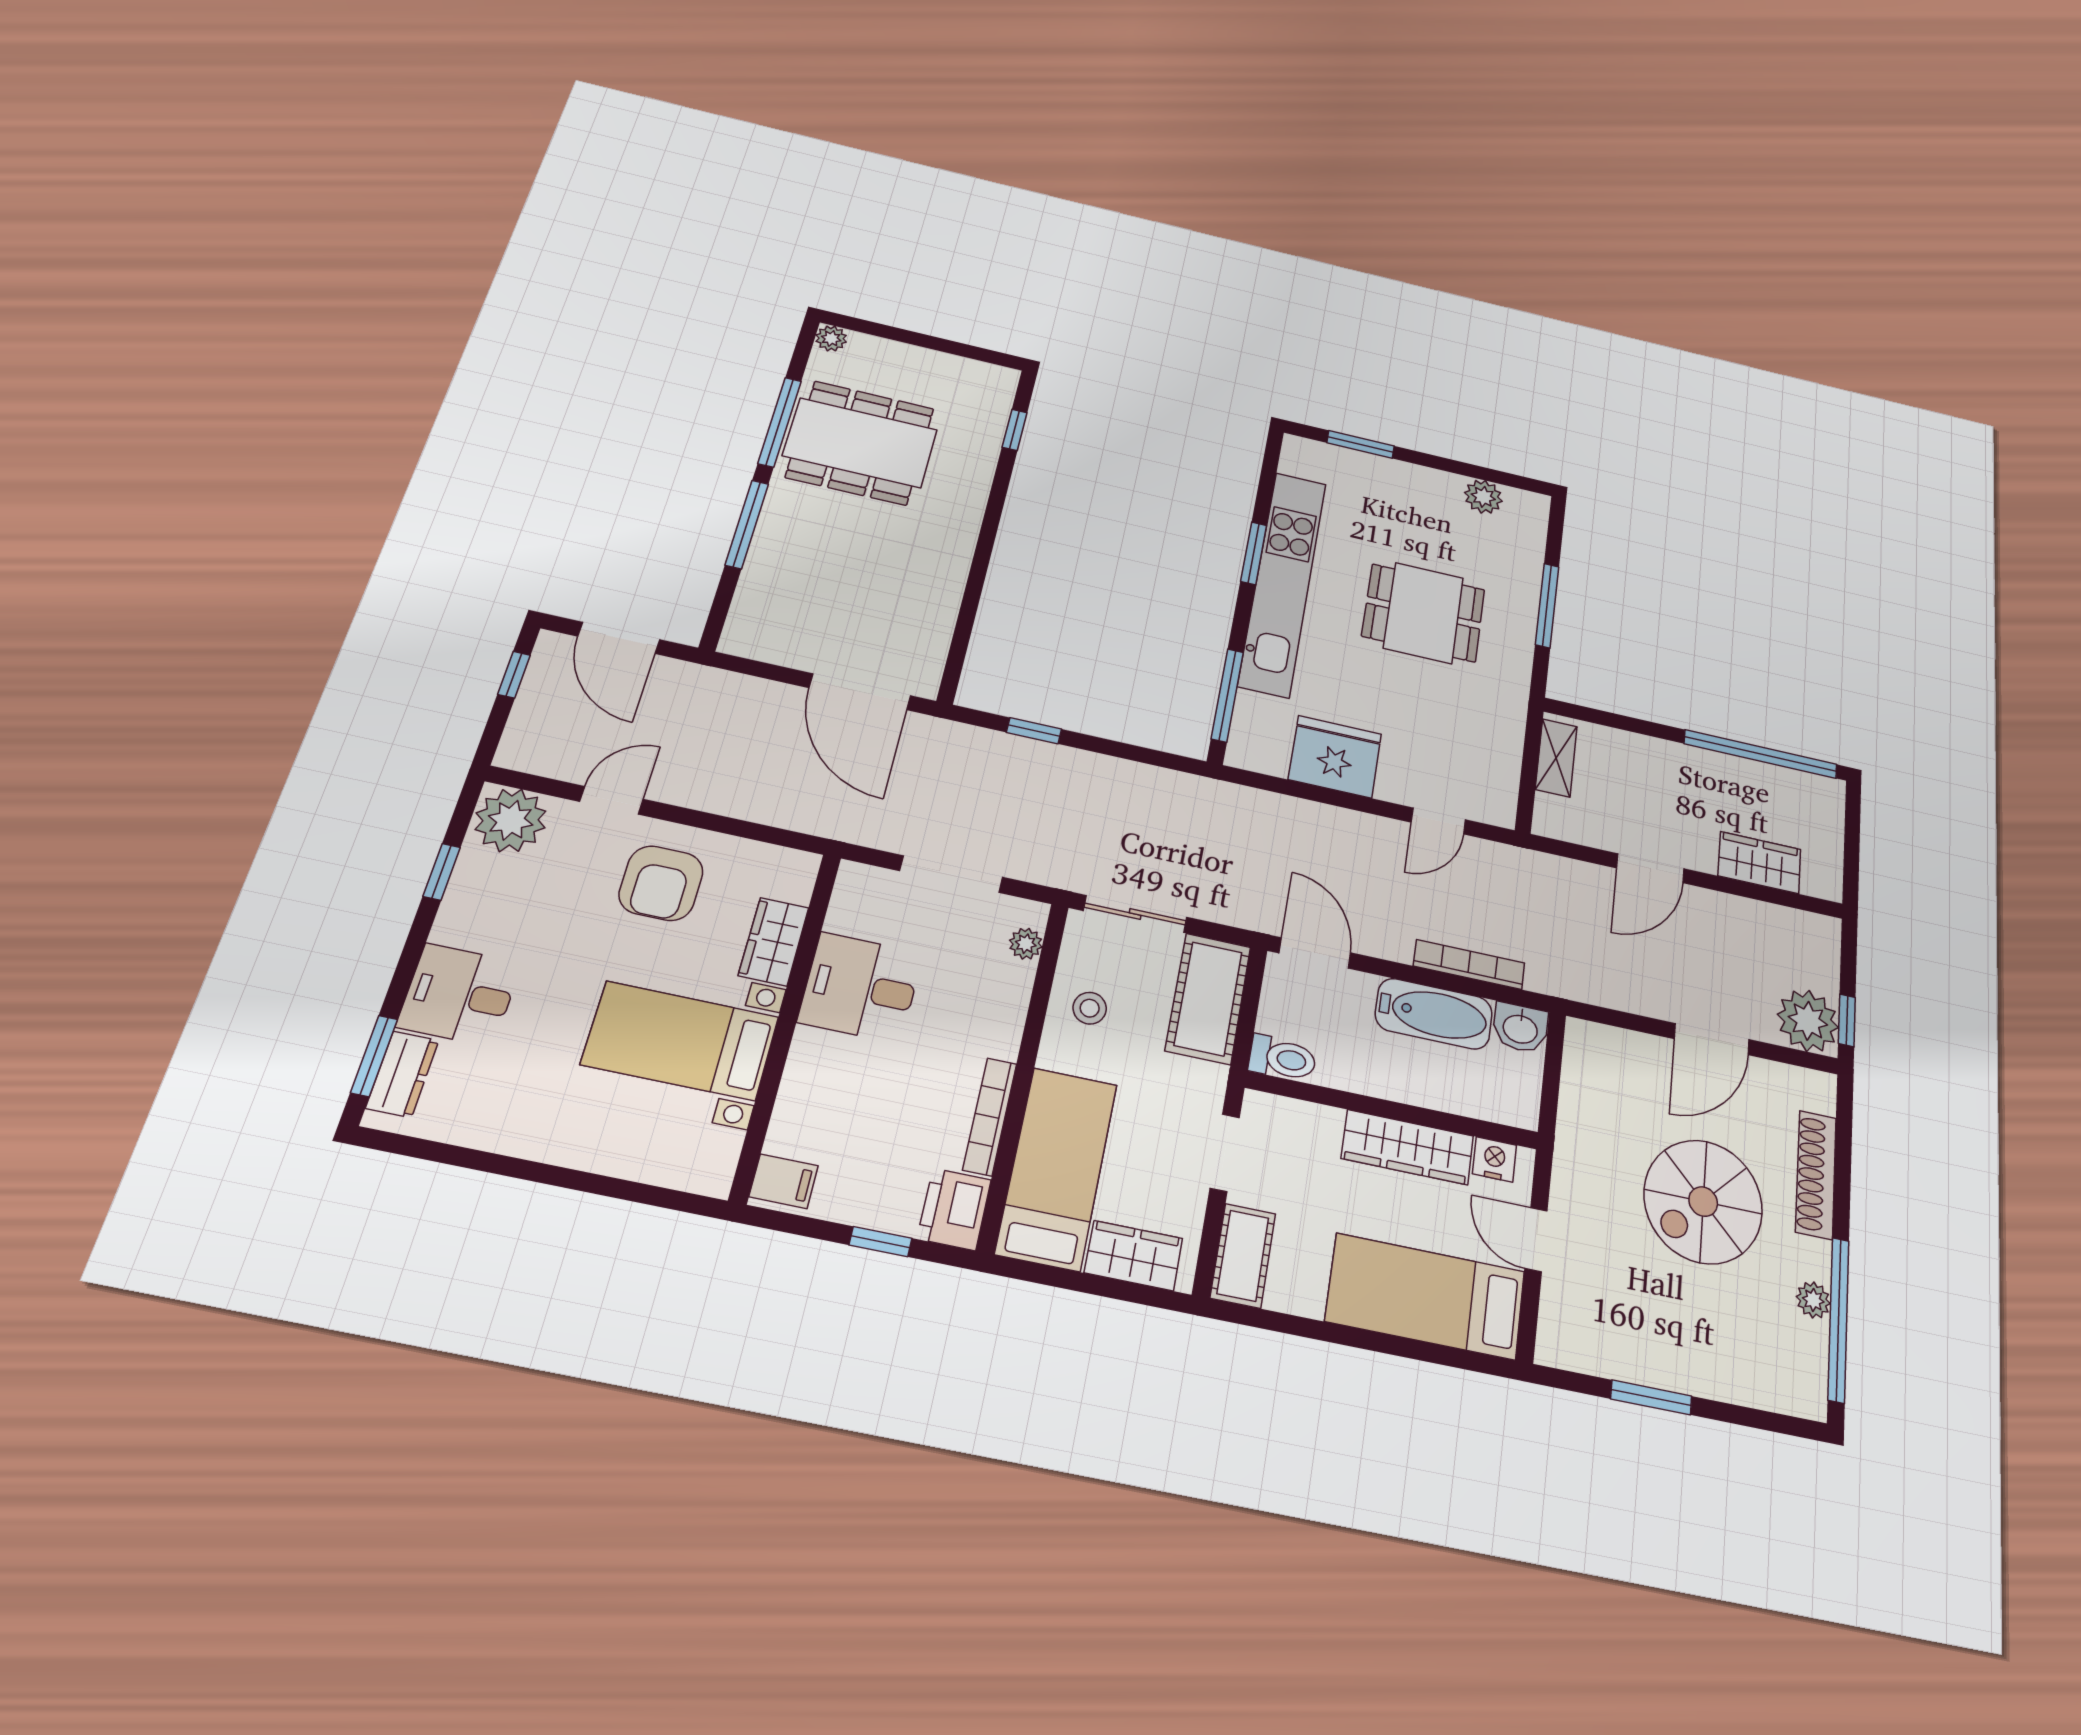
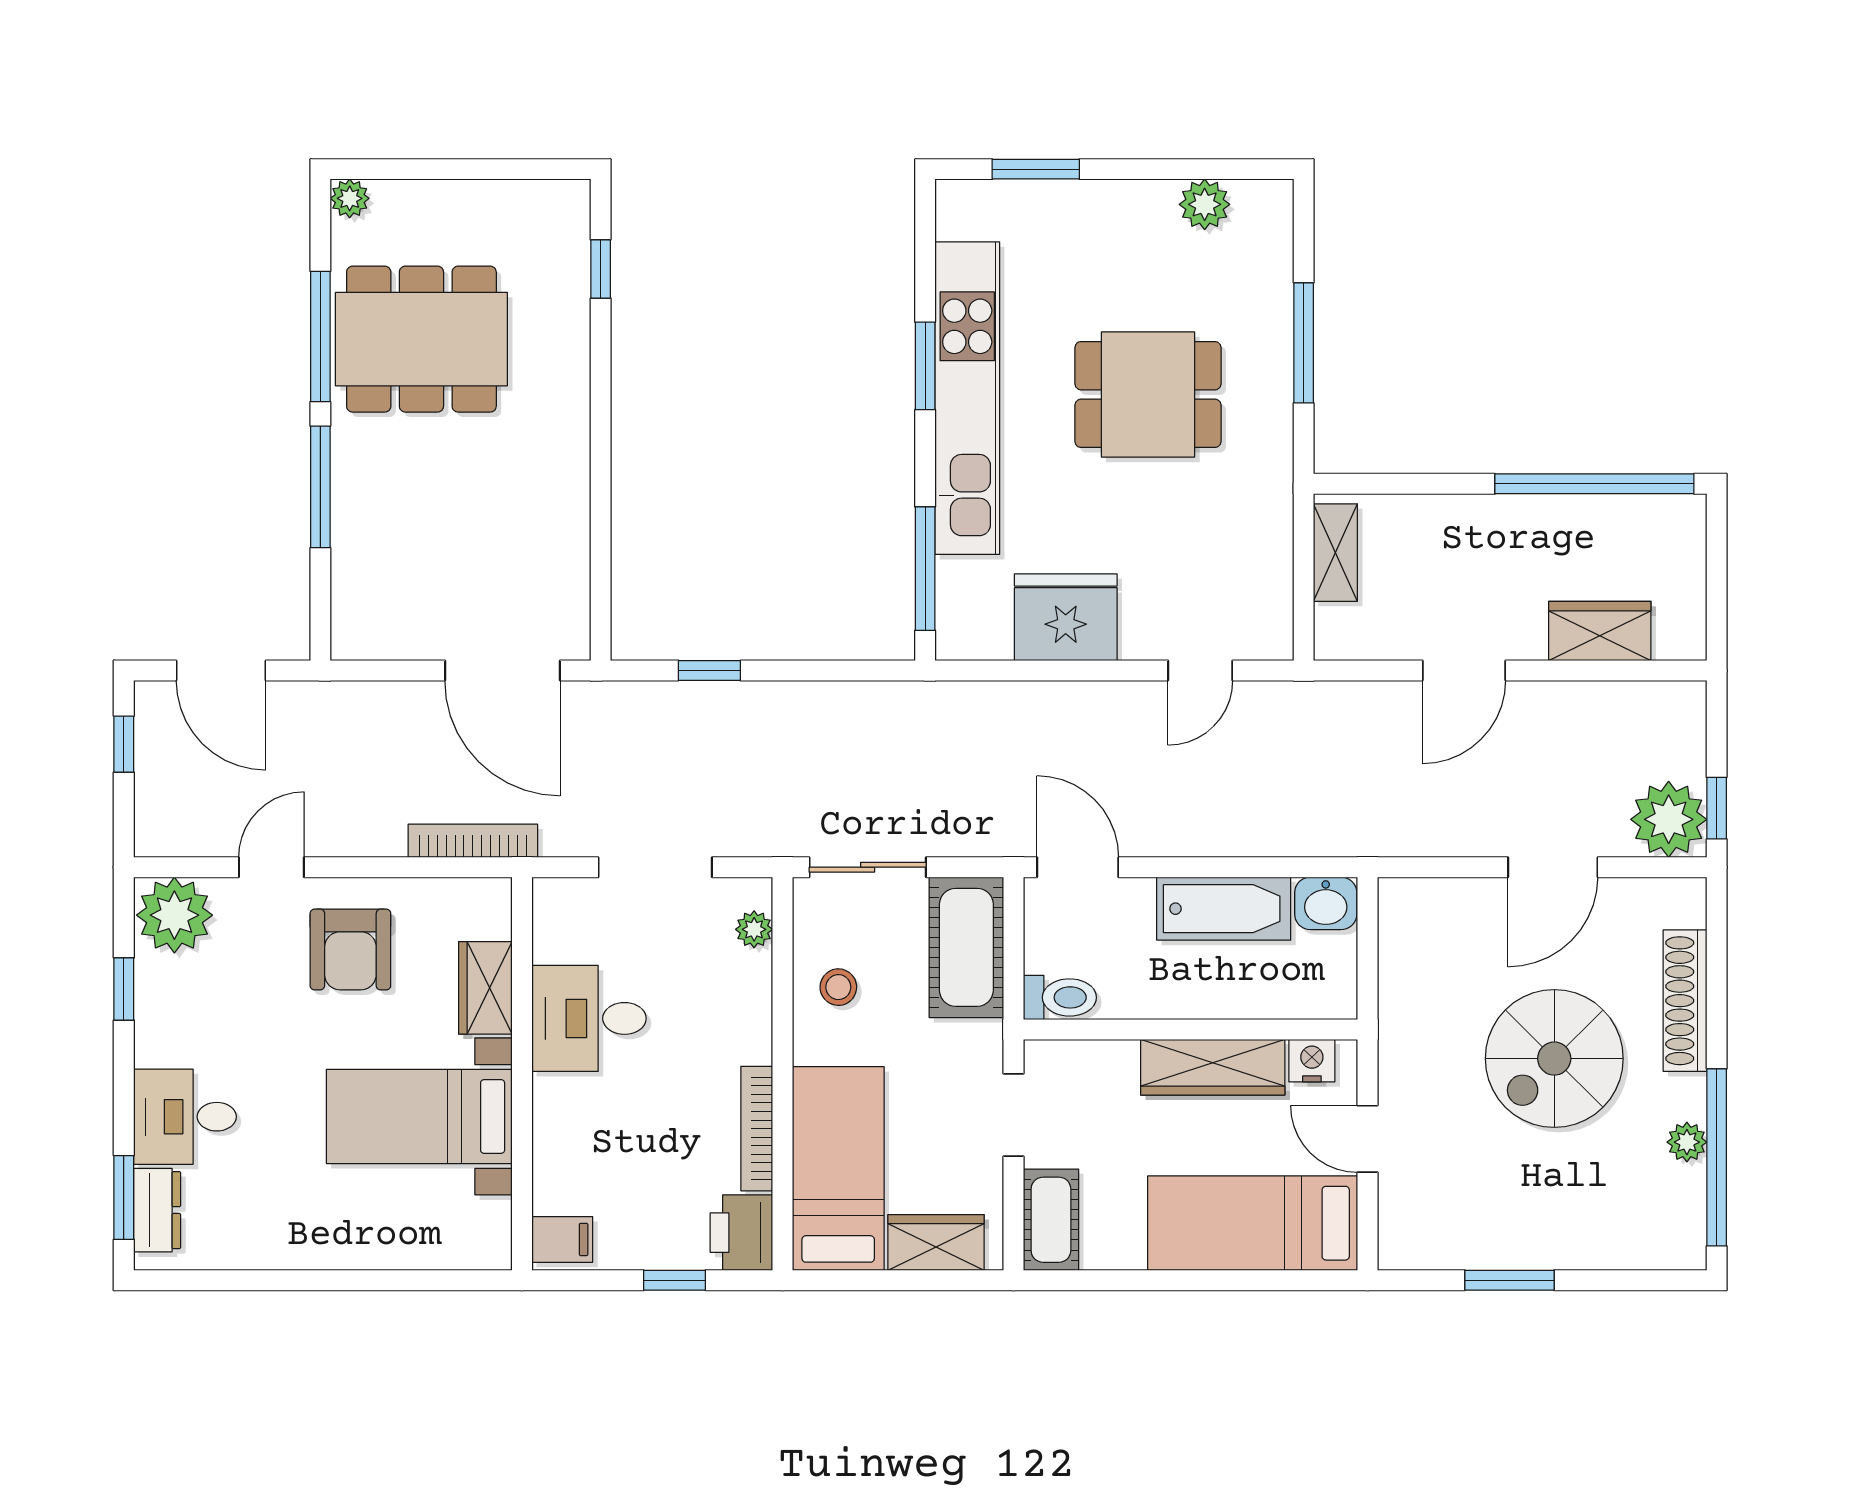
bookcase: (1469, 964) -> (473, 841), moved

